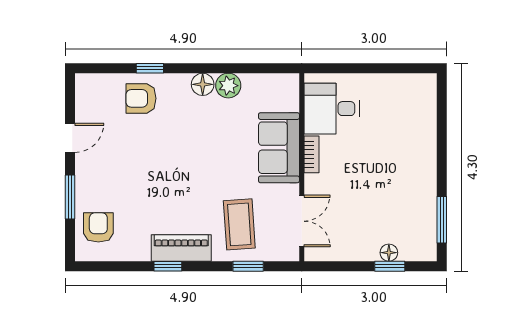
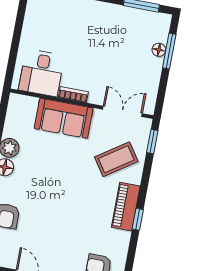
coffee table: (239, 224) -> (116, 159), turned -30
window: (248, 266) -> (152, 142), moved
window: (390, 266) -> (169, 51), width x1.50

